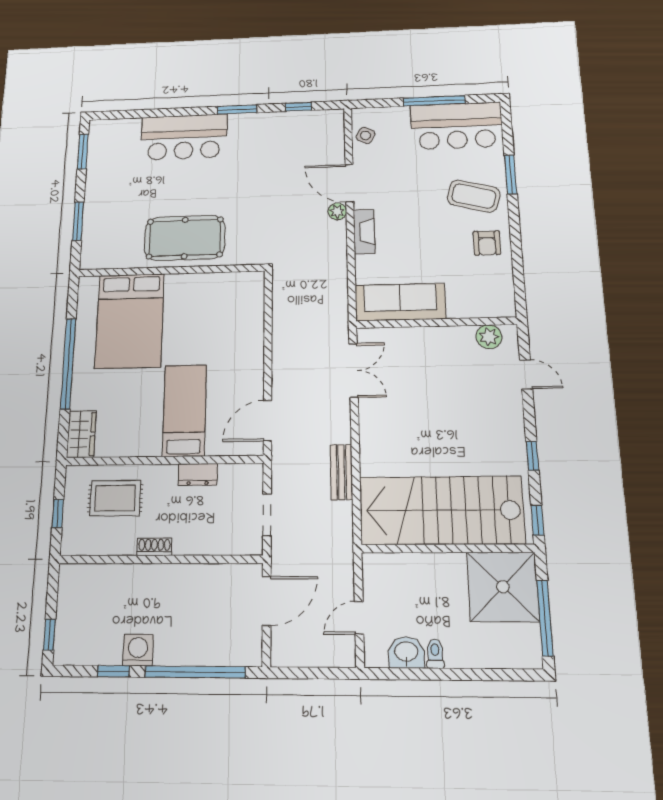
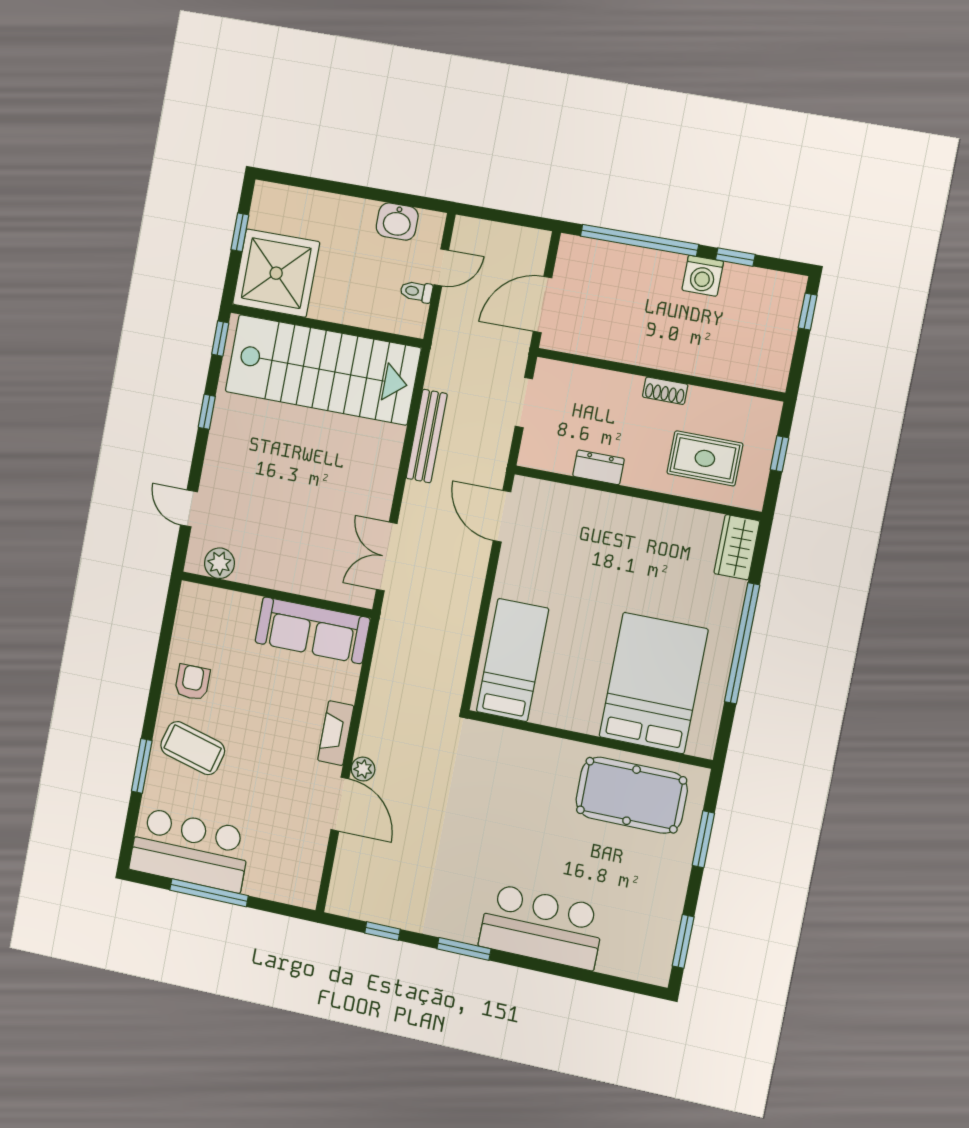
side table: (366, 135) -> (305, 866), removed
pool table: (185, 238) -> (632, 795), moved
bed: (185, 410) -> (513, 660), moved, turned 180
door: (268, 421) -> (502, 516), swing flipped
bench: (341, 472) -> (427, 436), width x1.36
window: (545, 618) -> (240, 232), width x0.46
toilet: (435, 654) -> (416, 292), moved, turned 90

